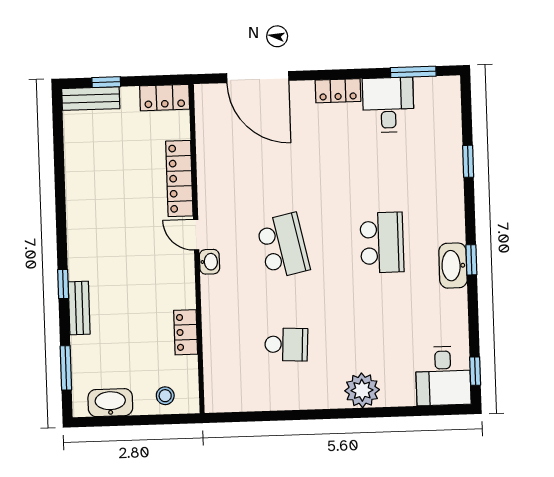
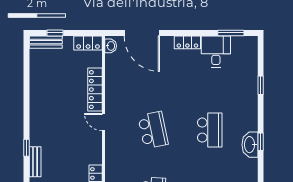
washbasin: (209, 262) -> (111, 46), moved

